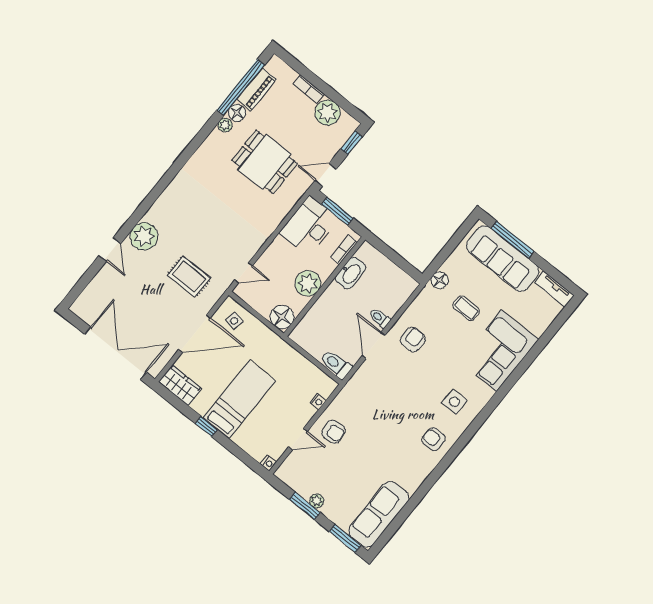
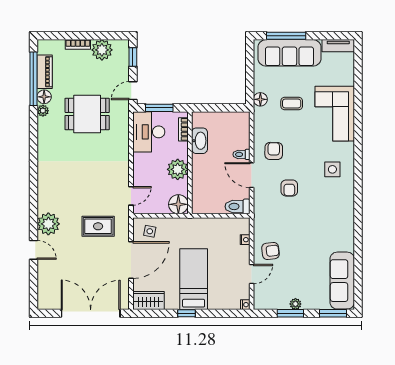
armchair: (434, 439) -> (289, 188), moved, turned -90

